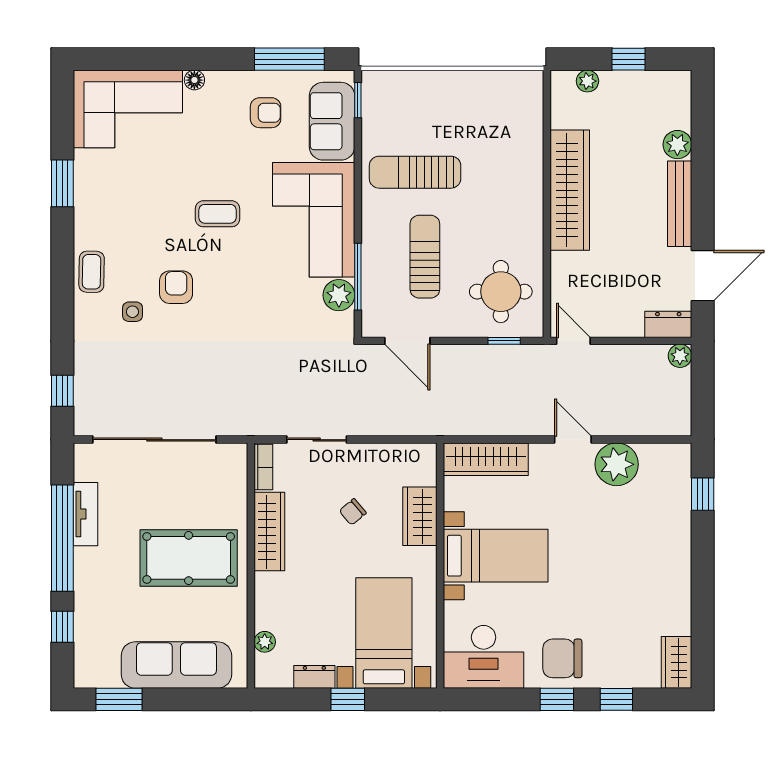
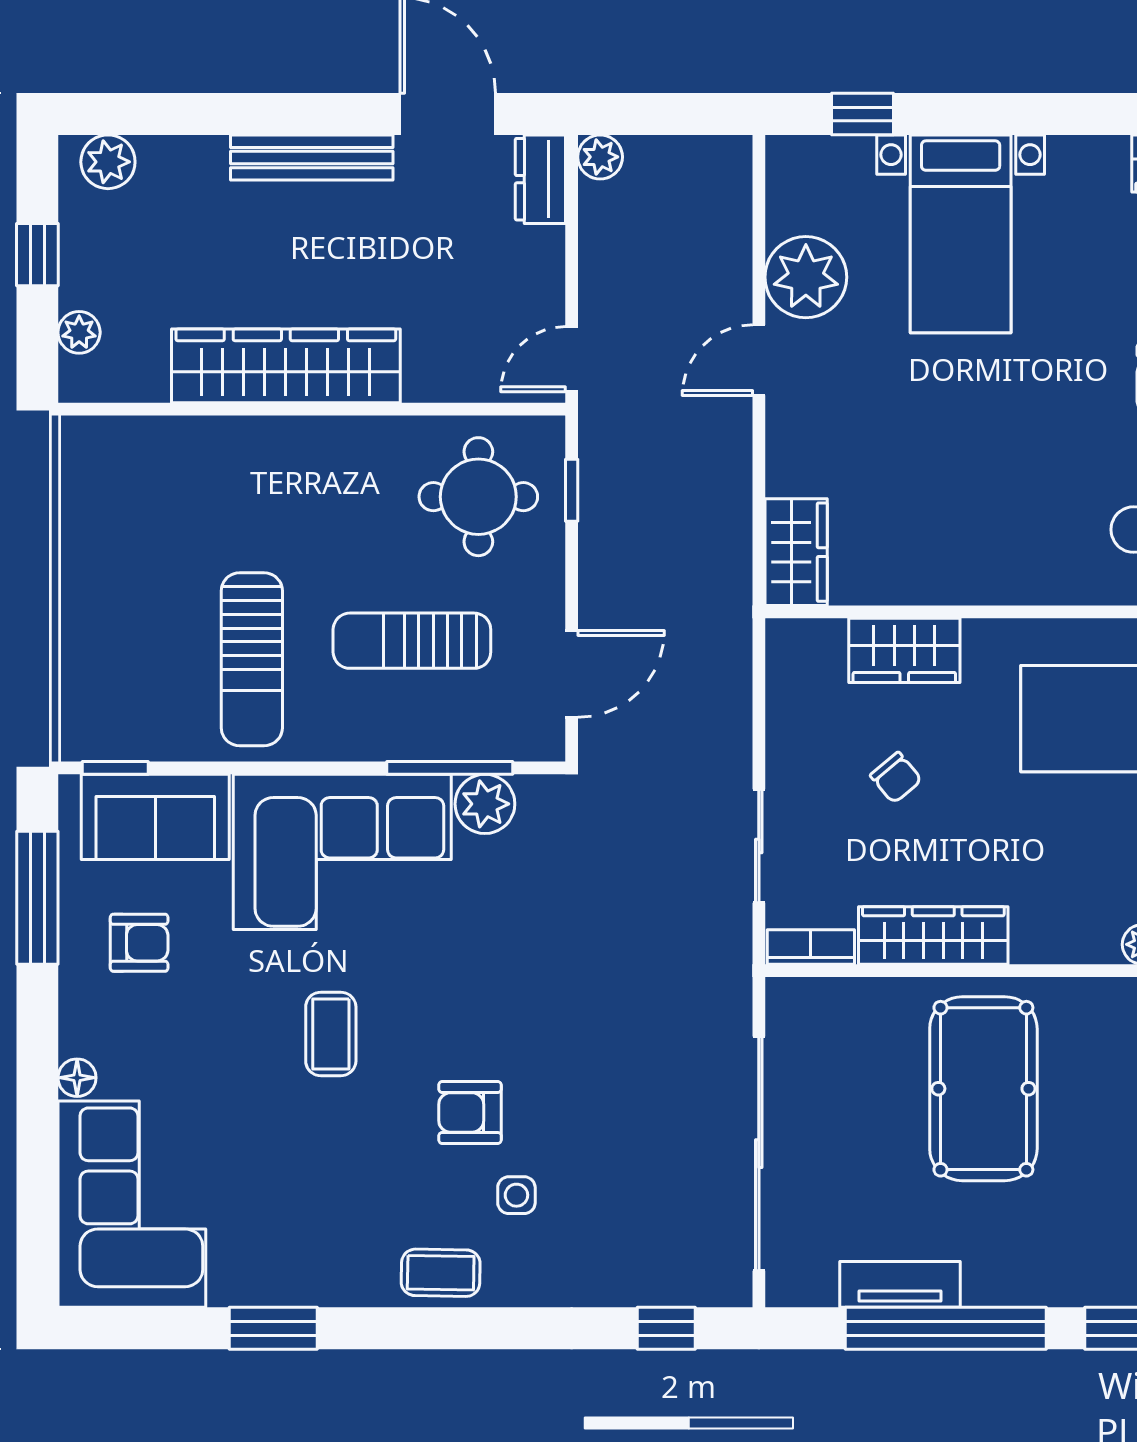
armchair: (266, 113) -> (139, 943), turned 90
plant: (677, 145) -> (108, 162), moved
wardrobe: (486, 459) -> (796, 552), width x0.67
bed with nightstands: (496, 556) -> (961, 234), moved, turned 180

